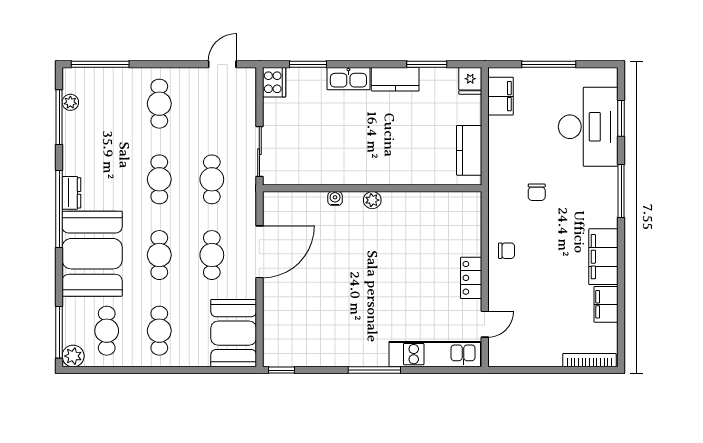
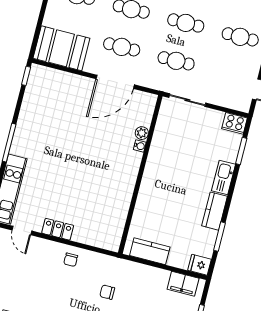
plant: (372, 200) -> (142, 133), moved
door: (259, 252) -> (115, 82), hinge flipped

